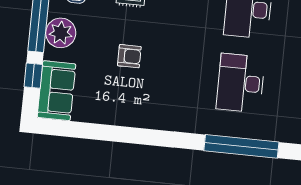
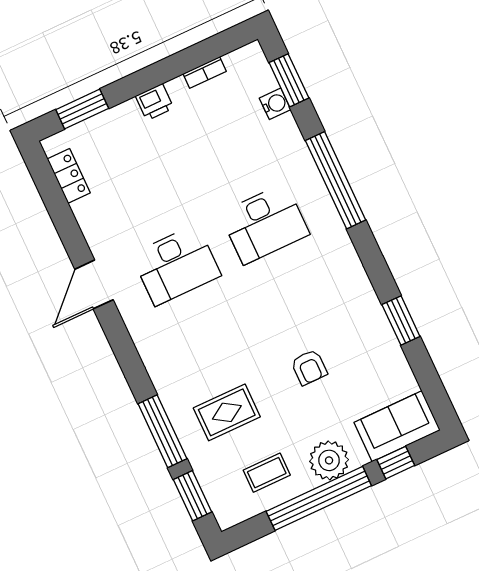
armchair: (129, 56) -> (309, 367), turned 180
window: (124, 134) -> (401, 321), added

